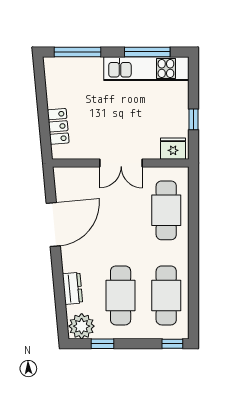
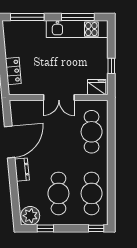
dresser: (72, 288) -> (22, 170), moved

